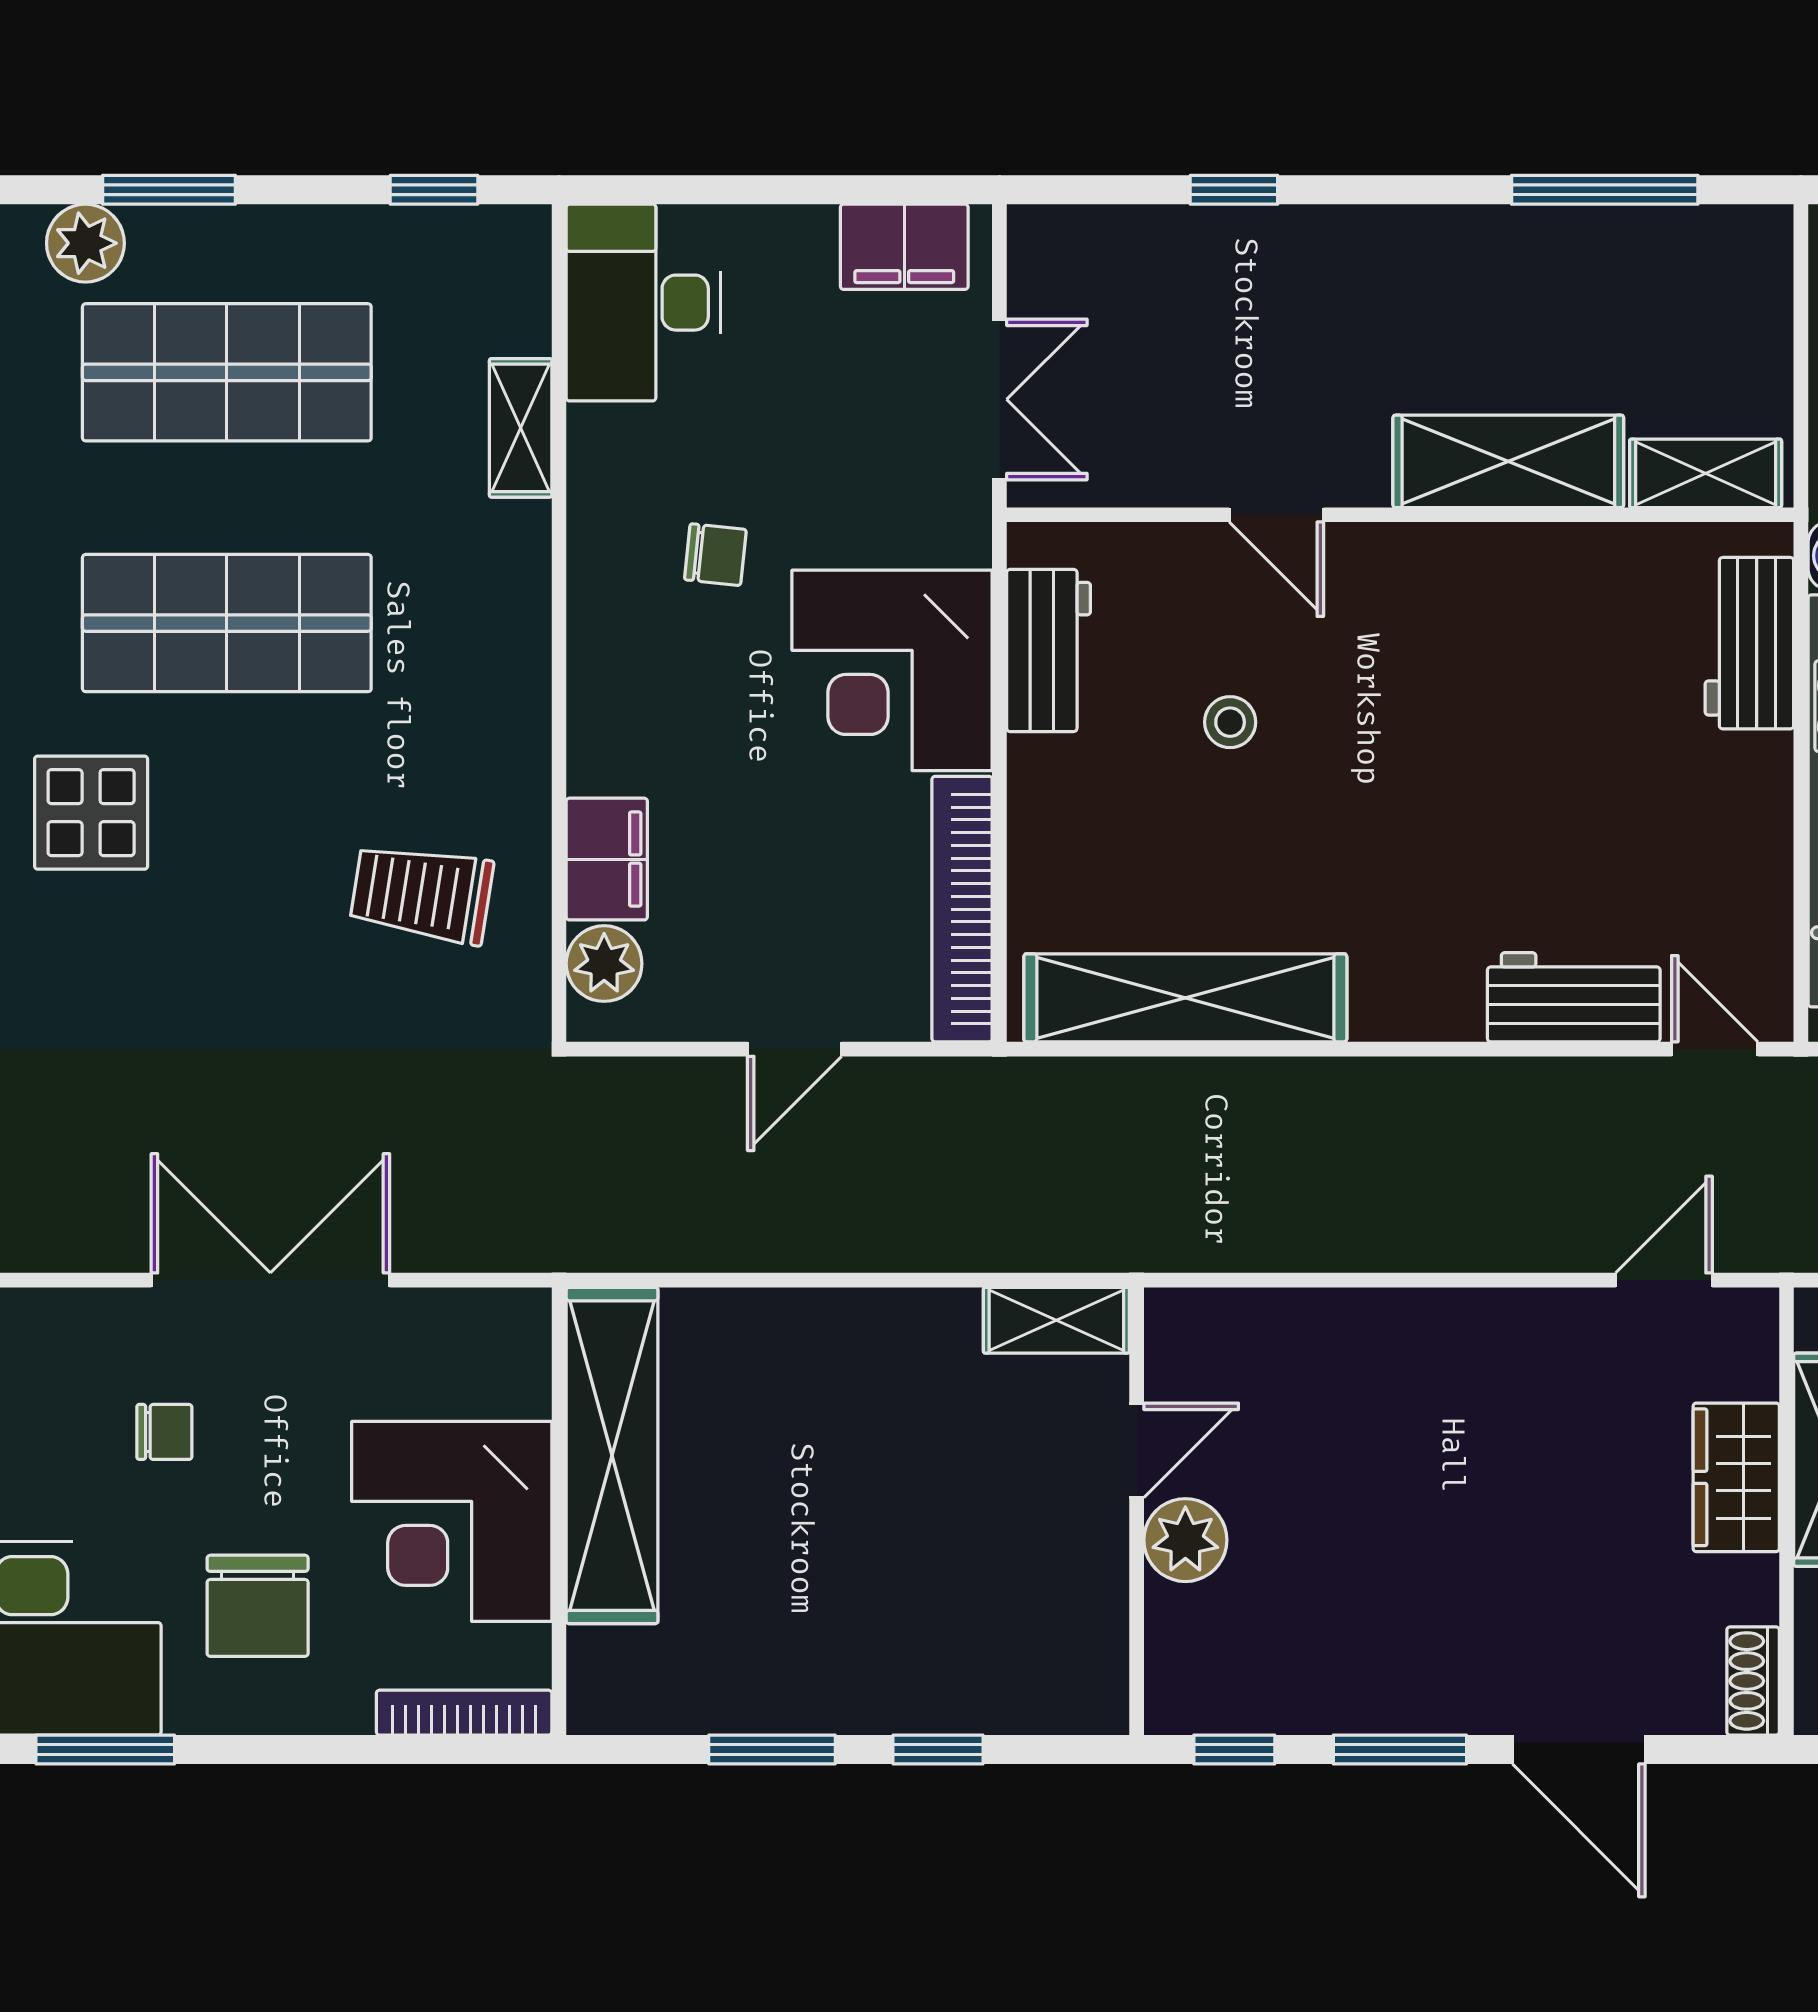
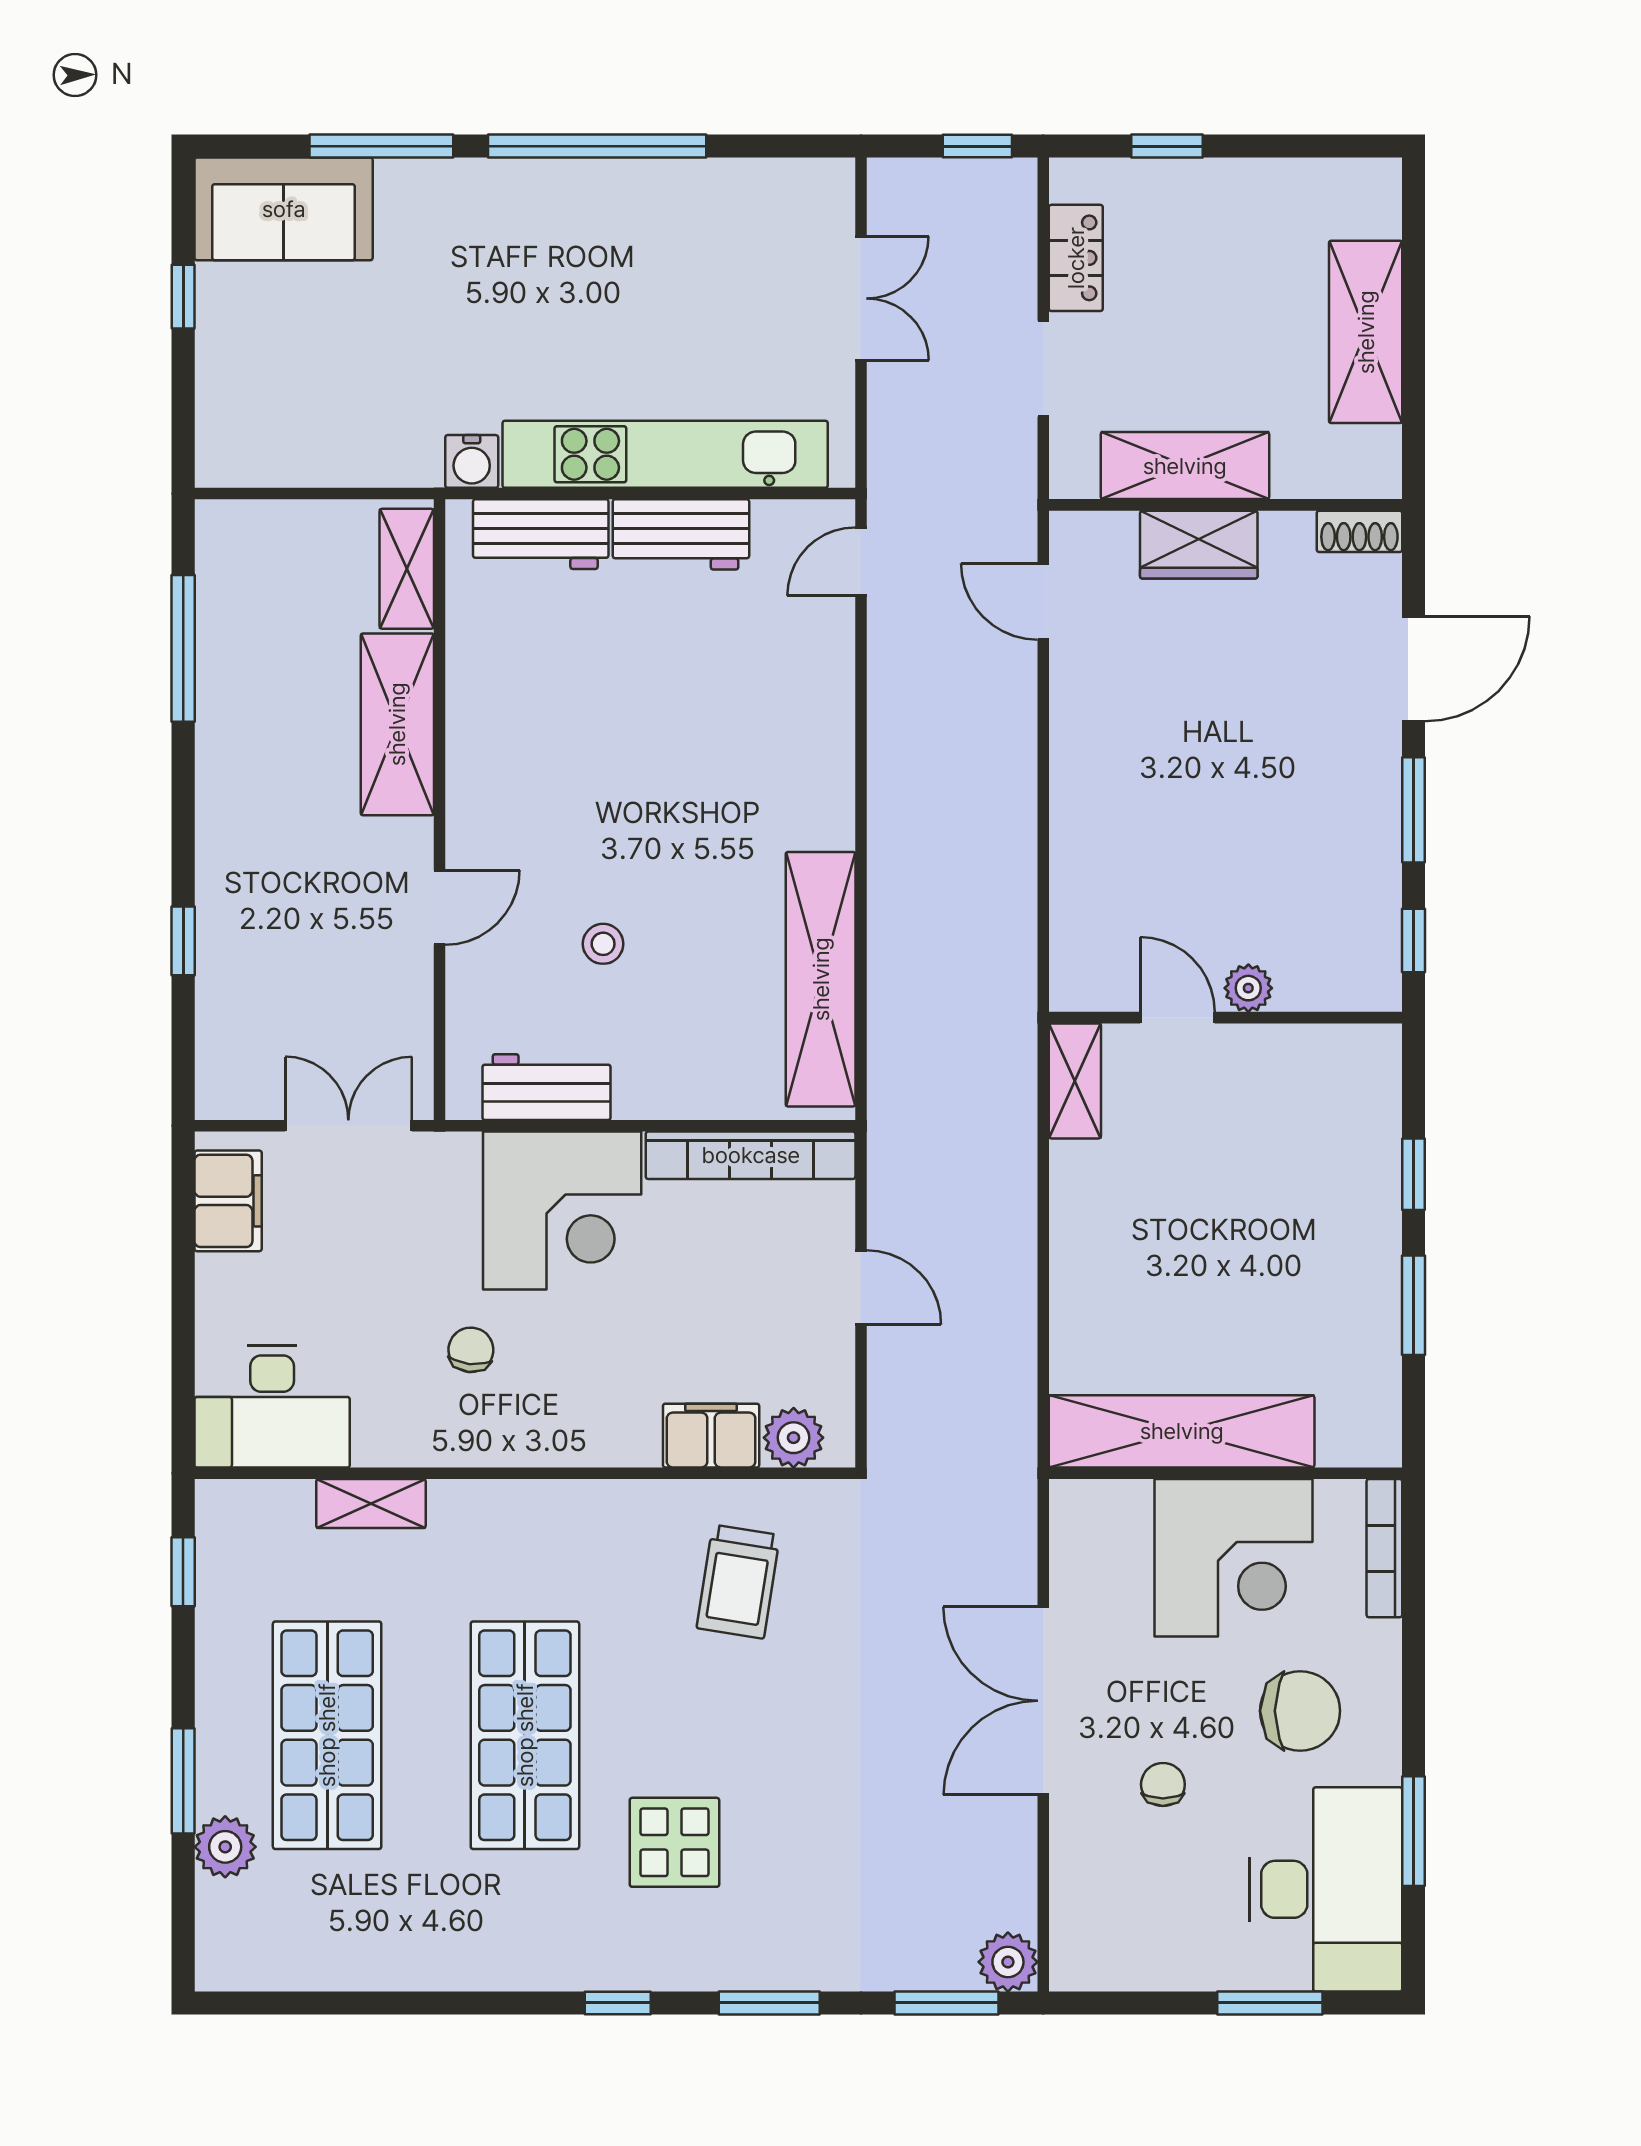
workbench: (1574, 997) -> (681, 534), moved, turned -90
plant: (1185, 1540) -> (1248, 988), width x0.73, depth x0.73

